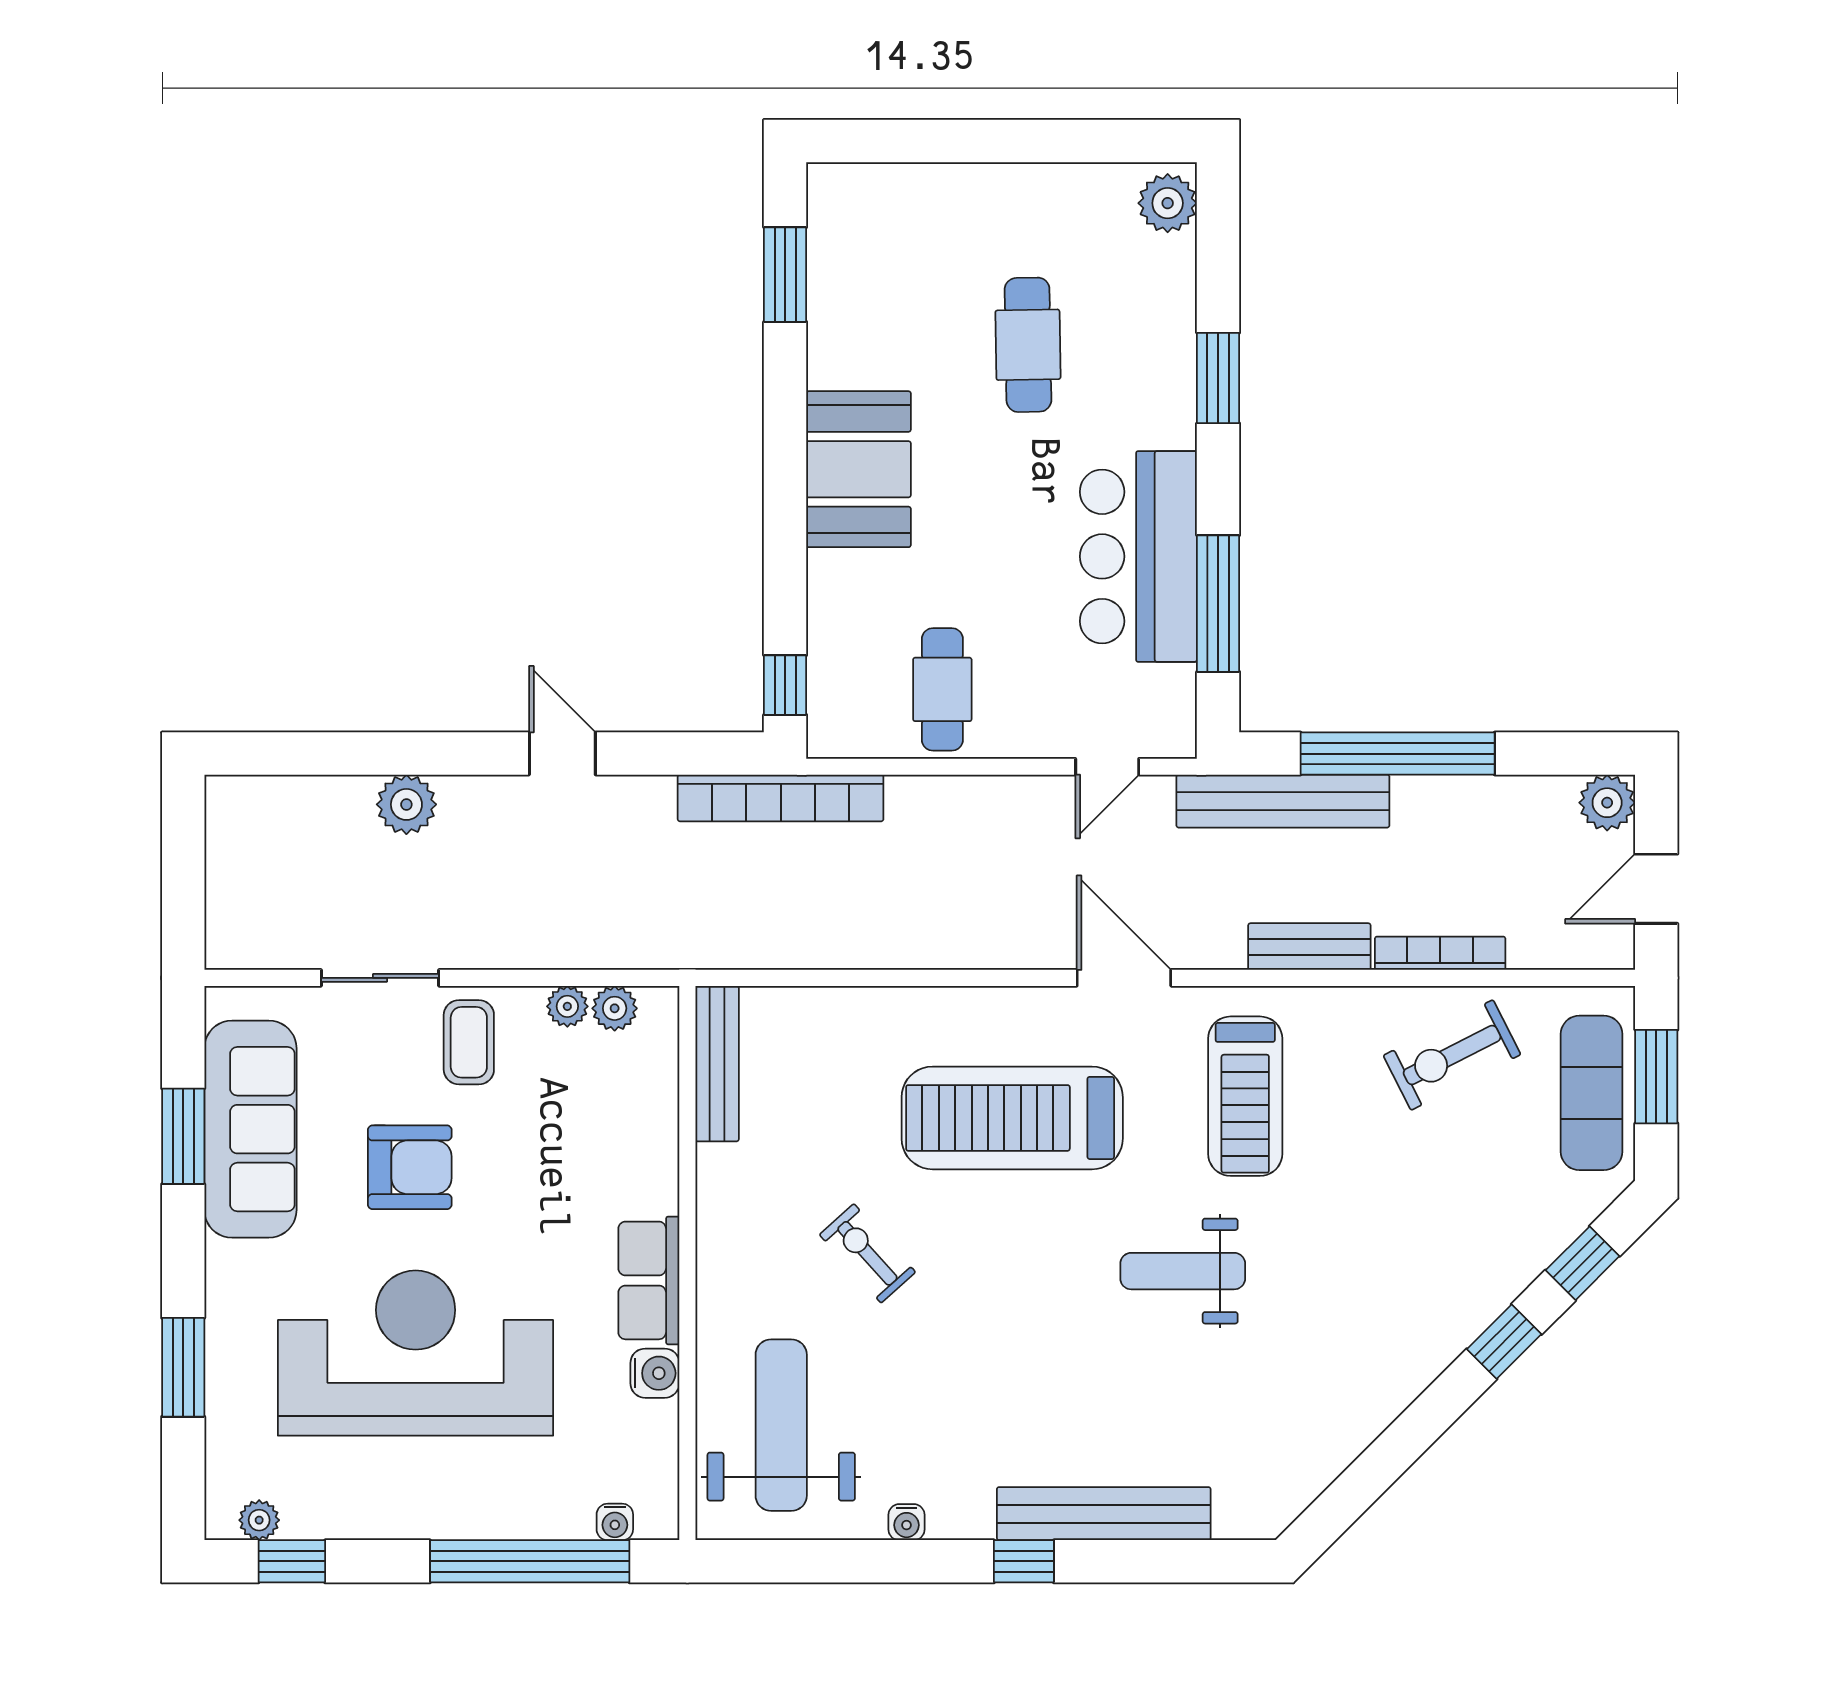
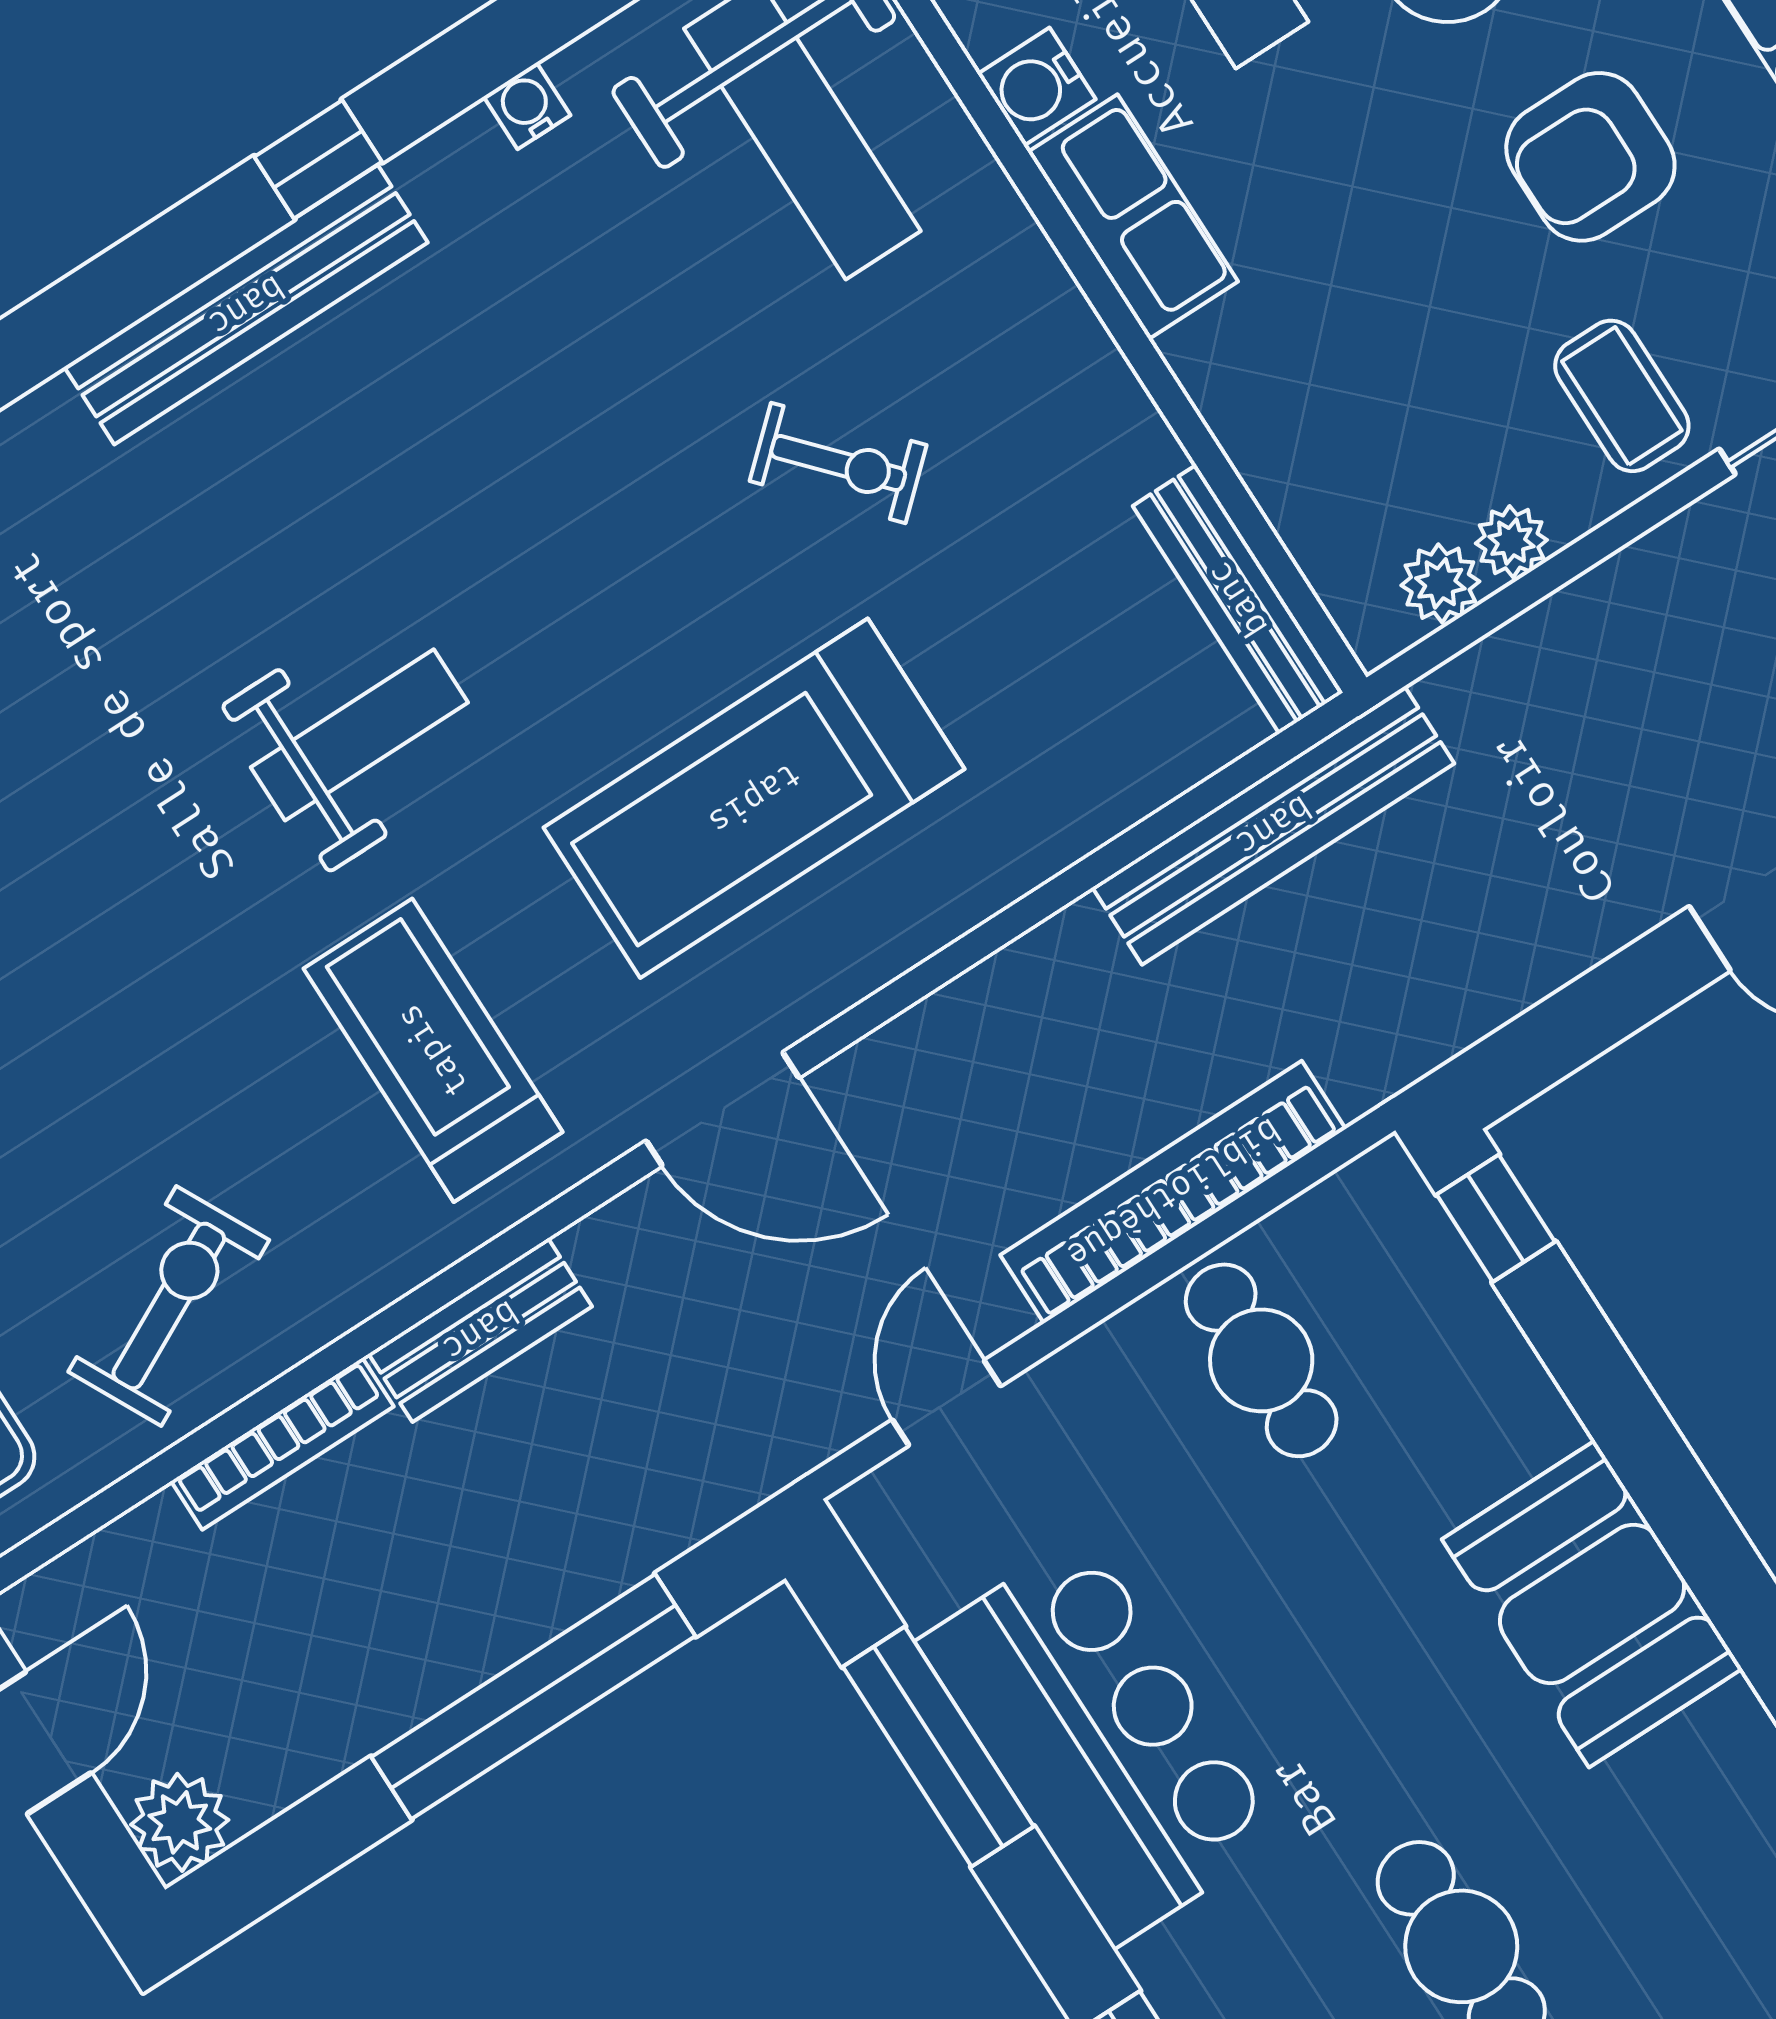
bookcase: (781, 798) -> (1173, 1192), moved
bench: (1283, 801) -> (1273, 825), moved
treadmill: (1012, 1118) -> (754, 798), turned 180

